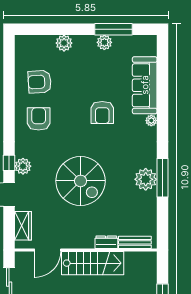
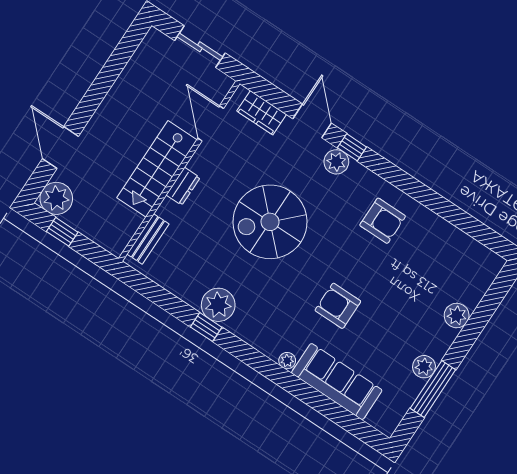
armchair: (40, 82) -> (428, 253), removed
window: (162, 178) -> (206, 327), width x0.46
dresser: (106, 242) -> (183, 186), moved

